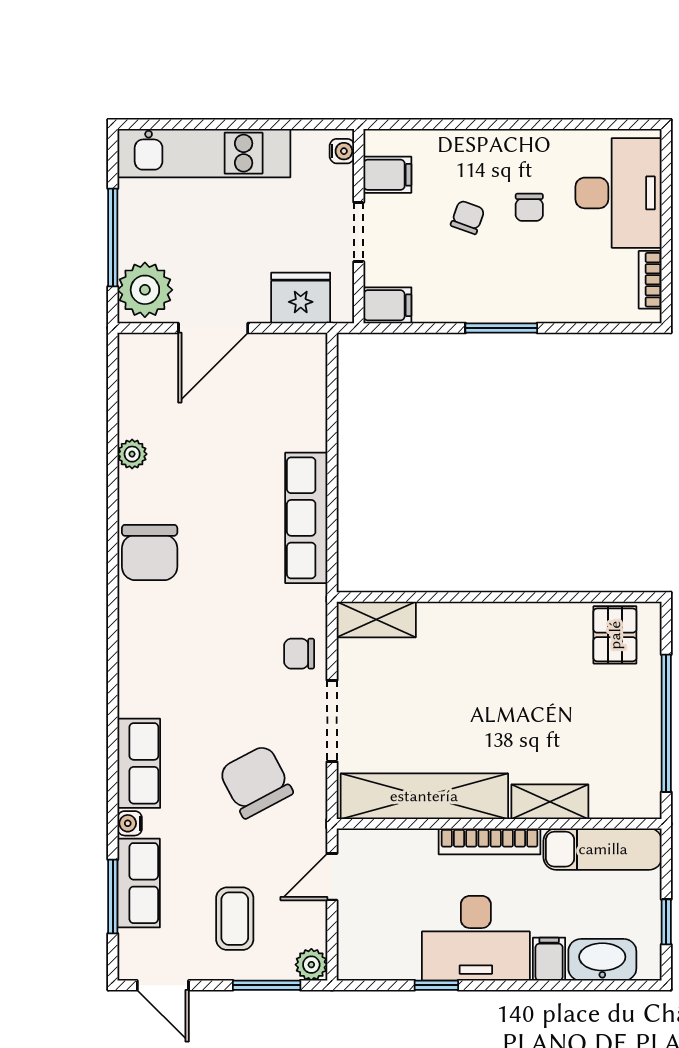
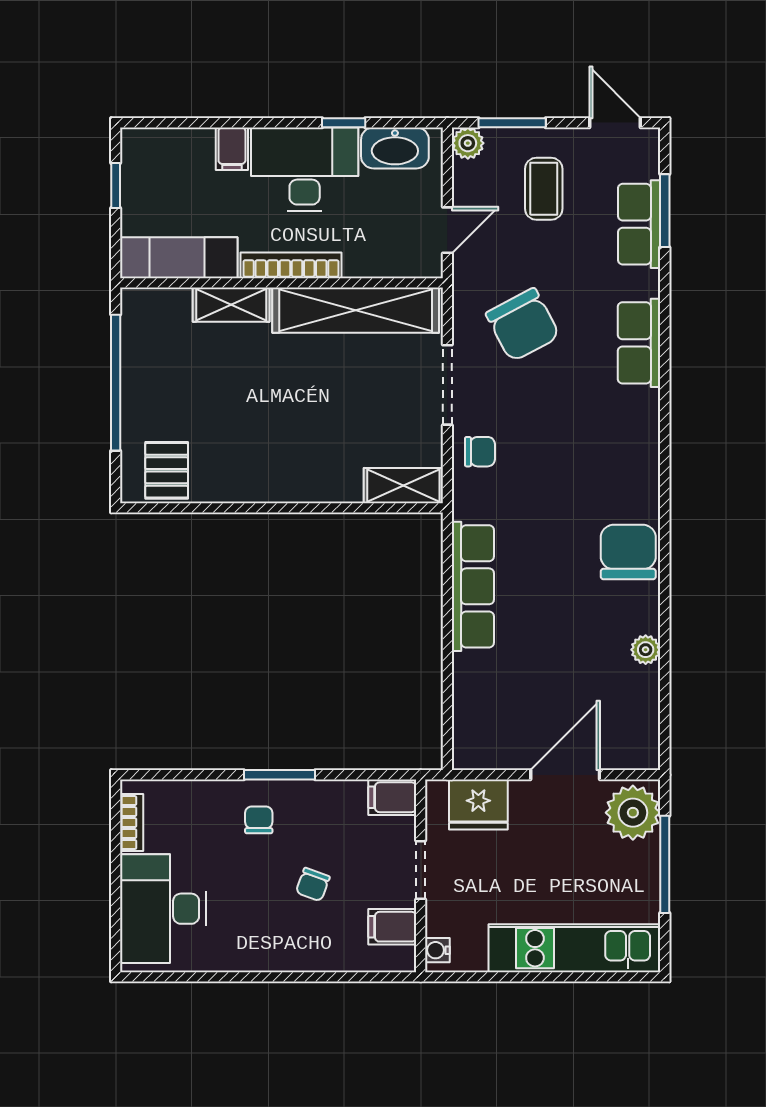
chair: (529, 207) -> (259, 820), moved
water cooler: (130, 823) -> (648, 283), removed
washbasin: (602, 960) -> (395, 148), moved

